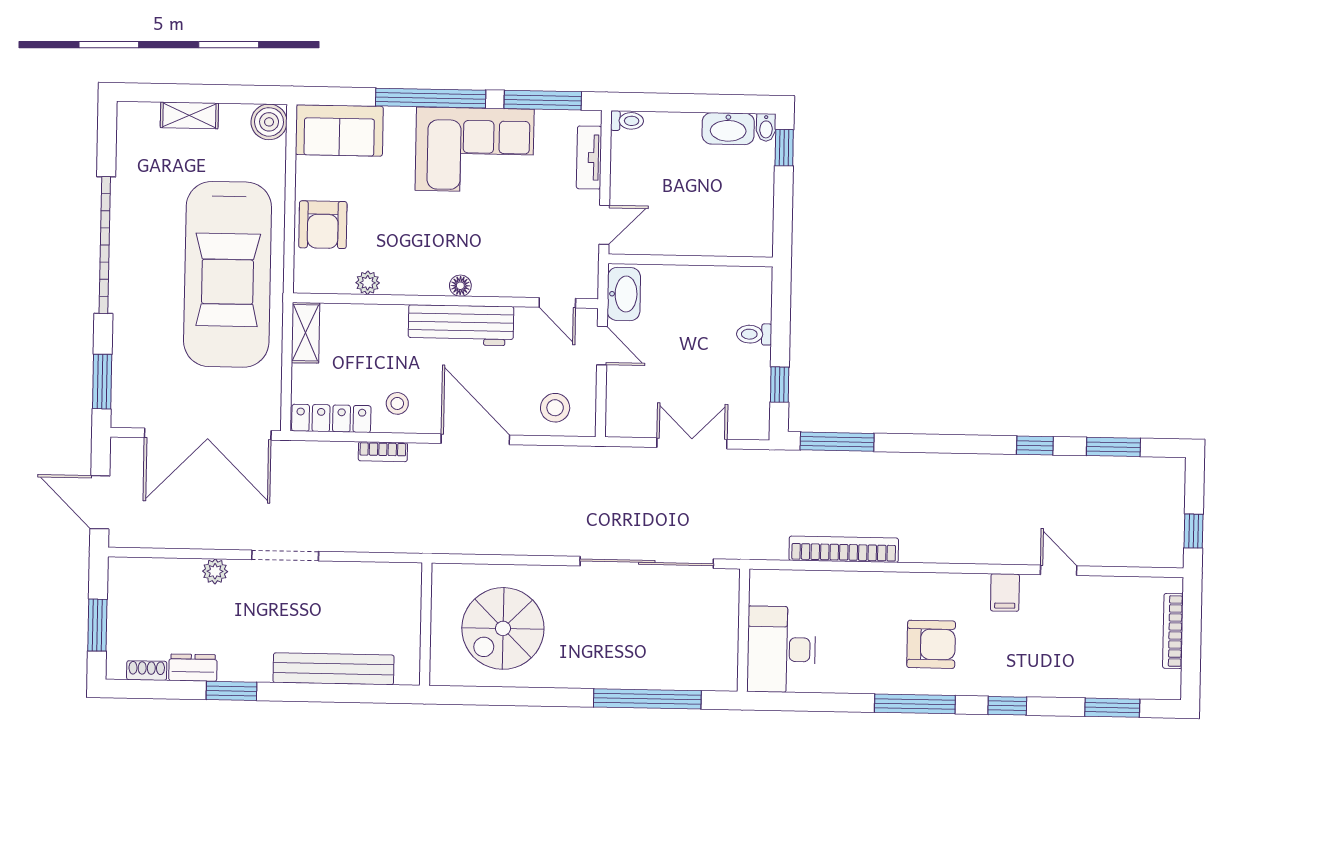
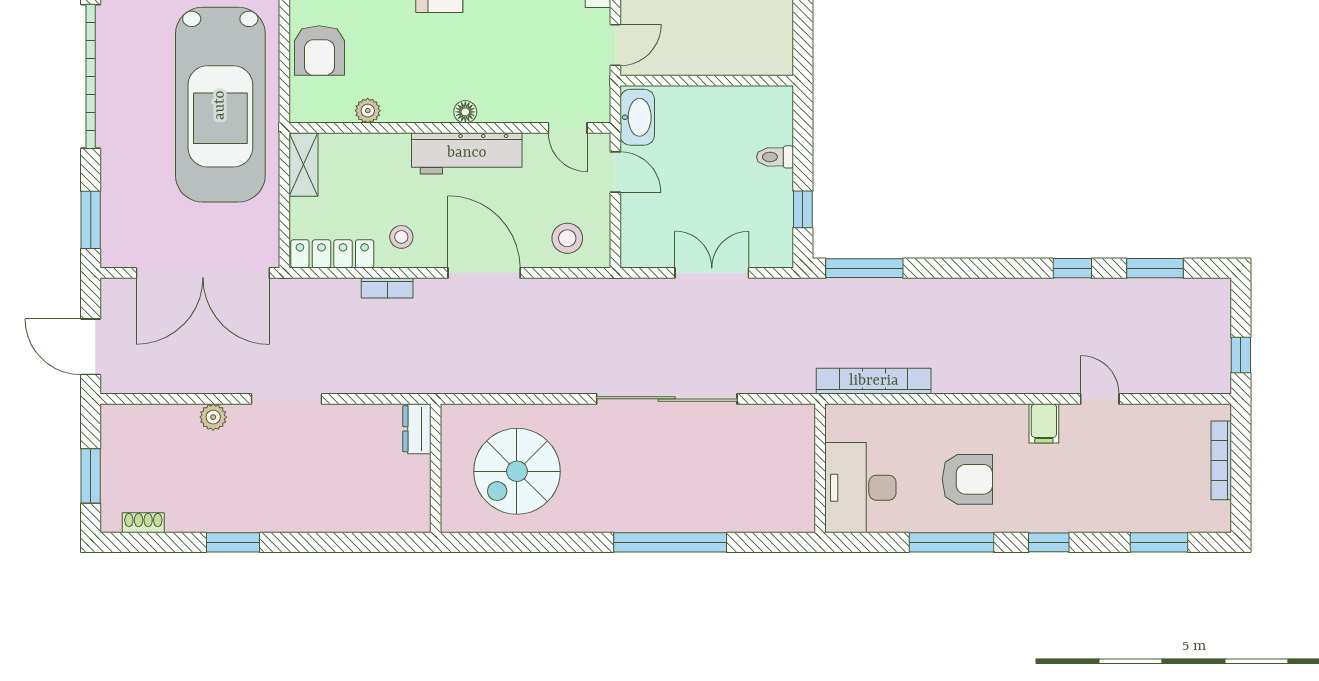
wall: (743, 630) -> (820, 468), moved
desk: (781, 649) -> (860, 488), moved
dresser: (193, 668) -> (417, 429), moved, turned -90
bench: (334, 669) -> (340, 517), removed

